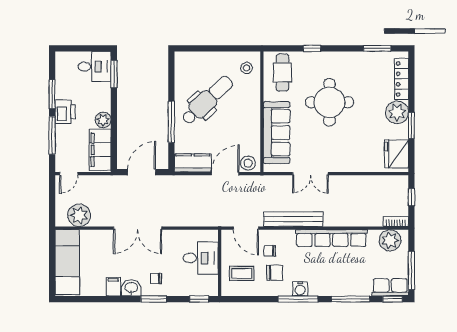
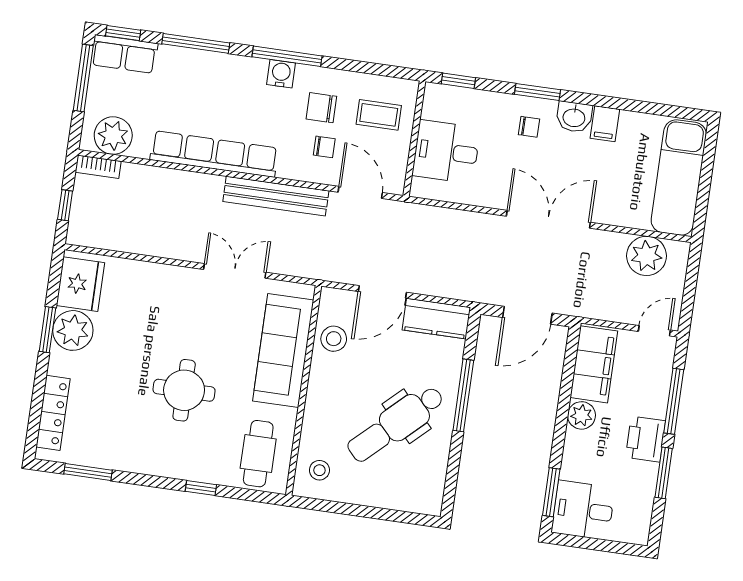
round table: (329, 102) -> (184, 390), width x0.73, depth x0.73
plant: (397, 112) -> (73, 330), moved
stool: (248, 163) -> (334, 339), moved

